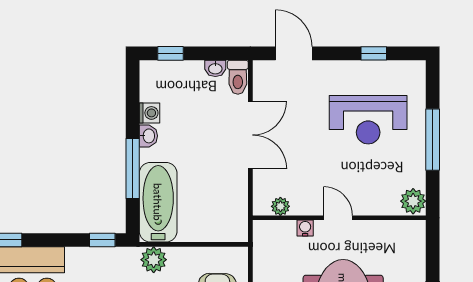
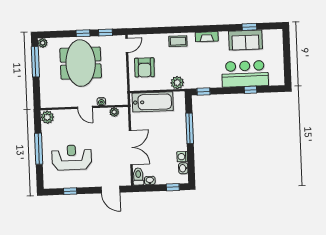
double door: (250, 135) -> (131, 148), swing flipped
washbasin: (148, 136) -> (183, 168), moved
bathtub: (158, 202) -> (153, 102), moved, turned -90

